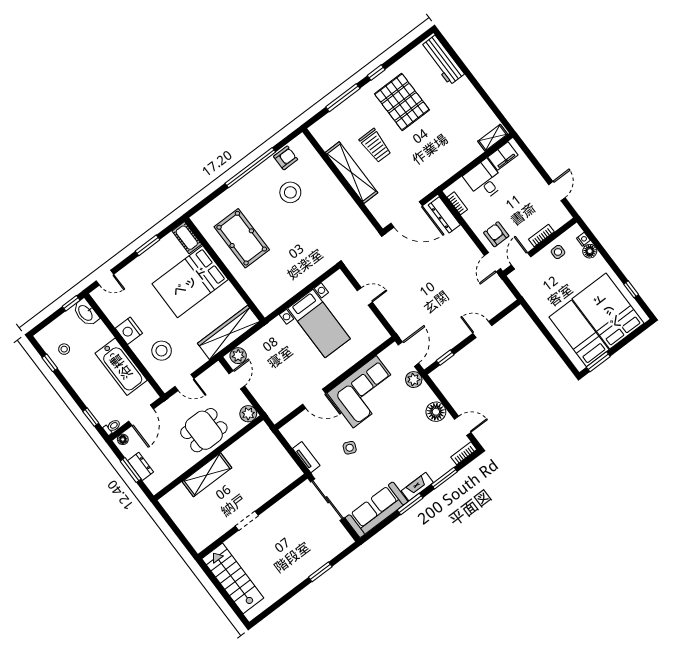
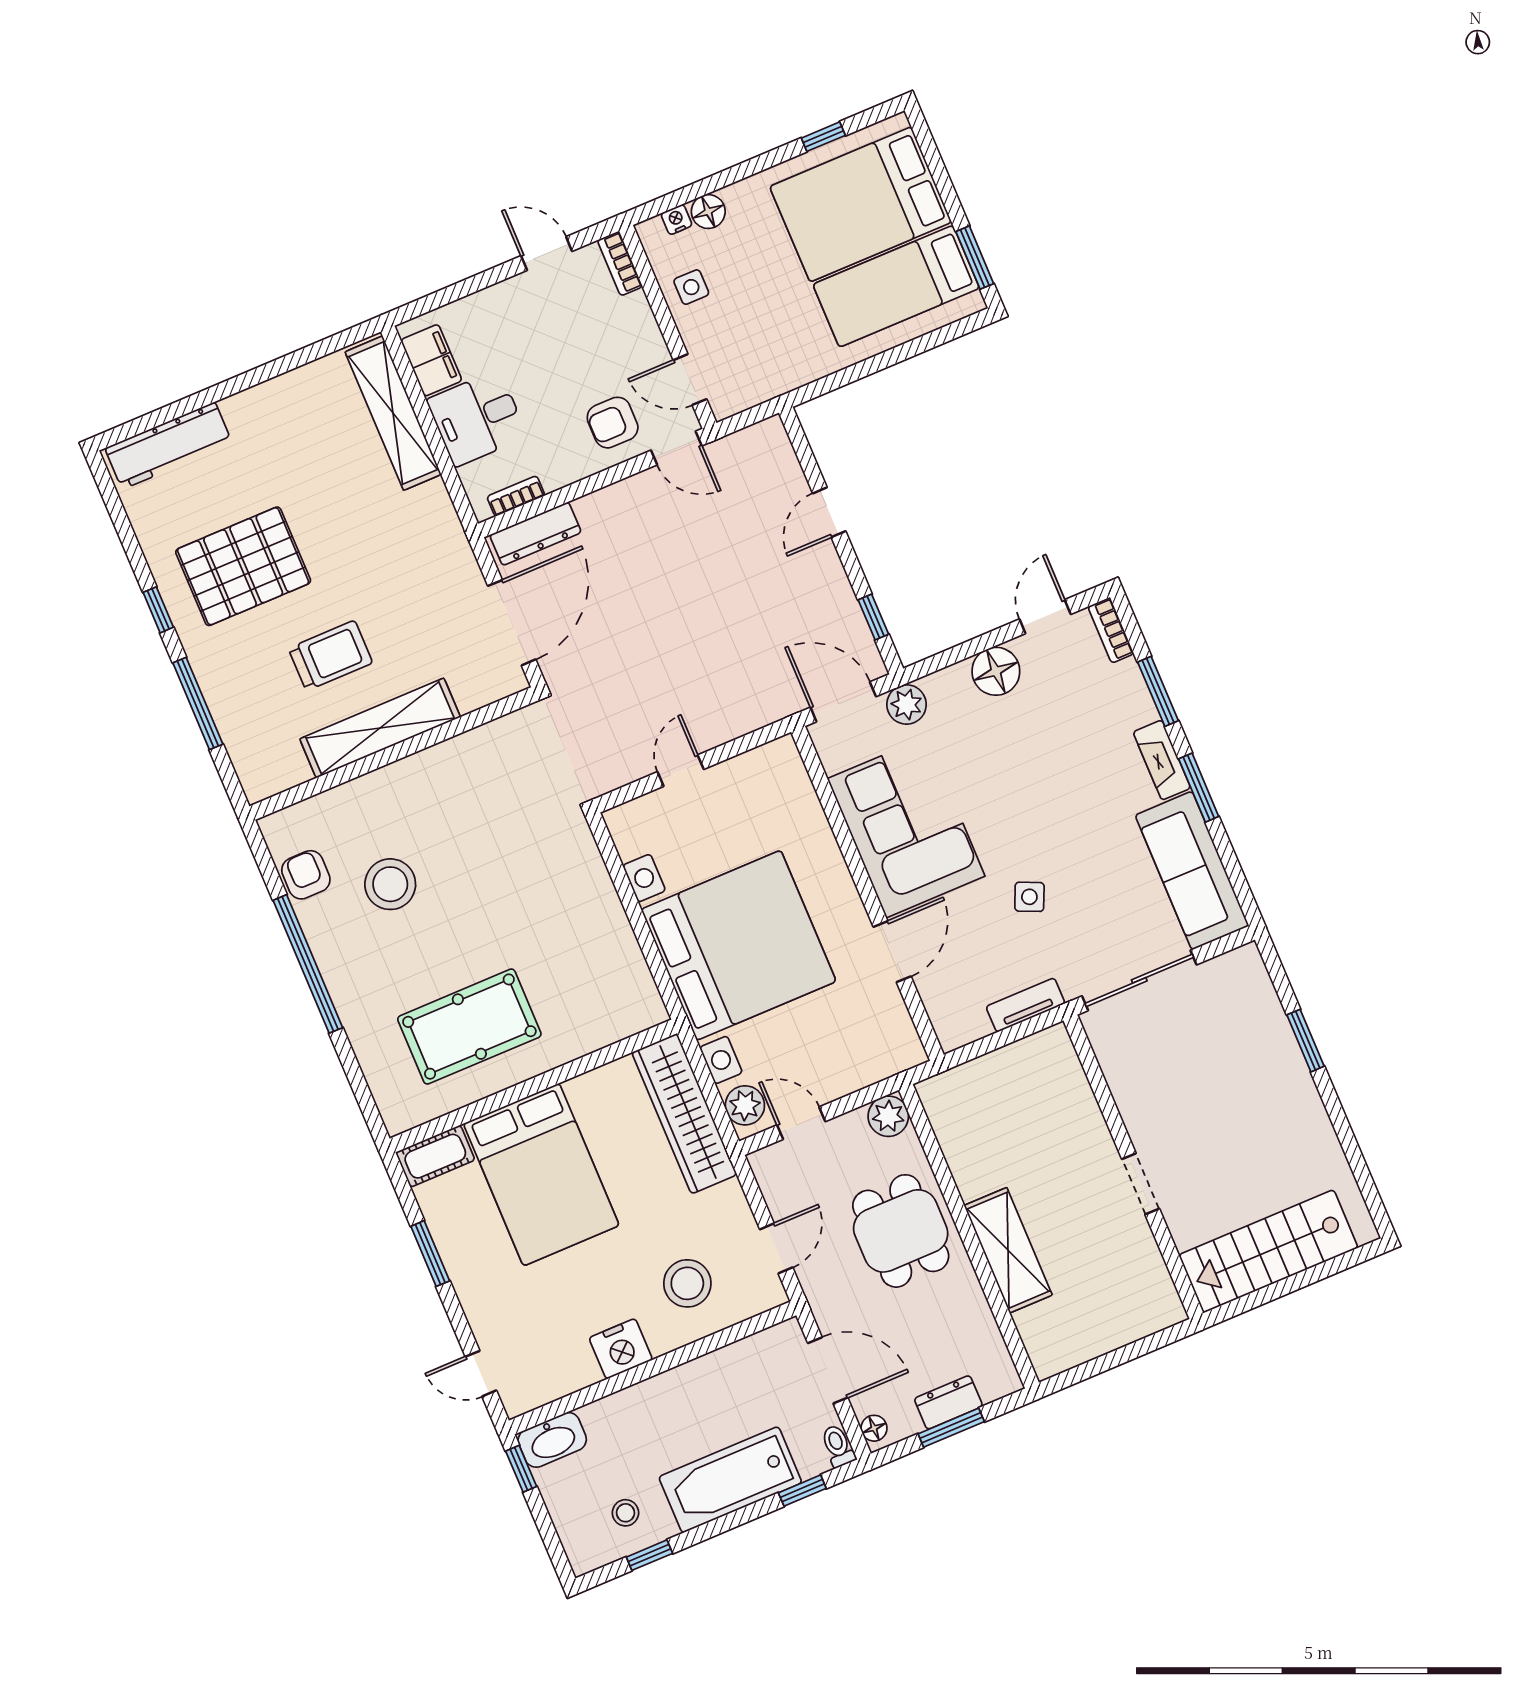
shelving: (493, 138) -> (393, 413), width x2.20, depth x1.33
bookcase: (541, 235) -> (620, 263), moved
door: (105, 278) -> (481, 1374), swing flipped
bed with nightstands: (319, 323) -> (739, 945), width x1.85
bathtub: (121, 367) -> (730, 1480), moved, turned 180

